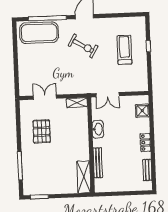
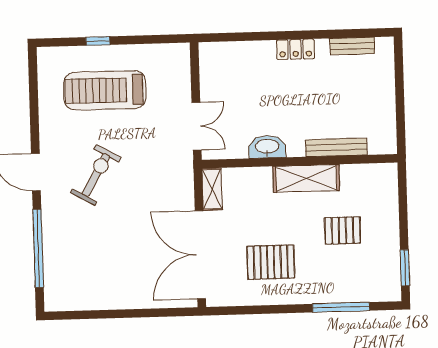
exercise mat: (39, 33) -> (68, 265), removed
treadmill: (124, 50) -> (105, 90), width x1.37, depth x1.38
double door: (45, 97) -> (200, 255), width x1.87
shower: (142, 111) -> (230, 55), removed
pallet: (57, 166) -> (343, 230), added
shelving: (84, 177) -> (306, 178), moved

